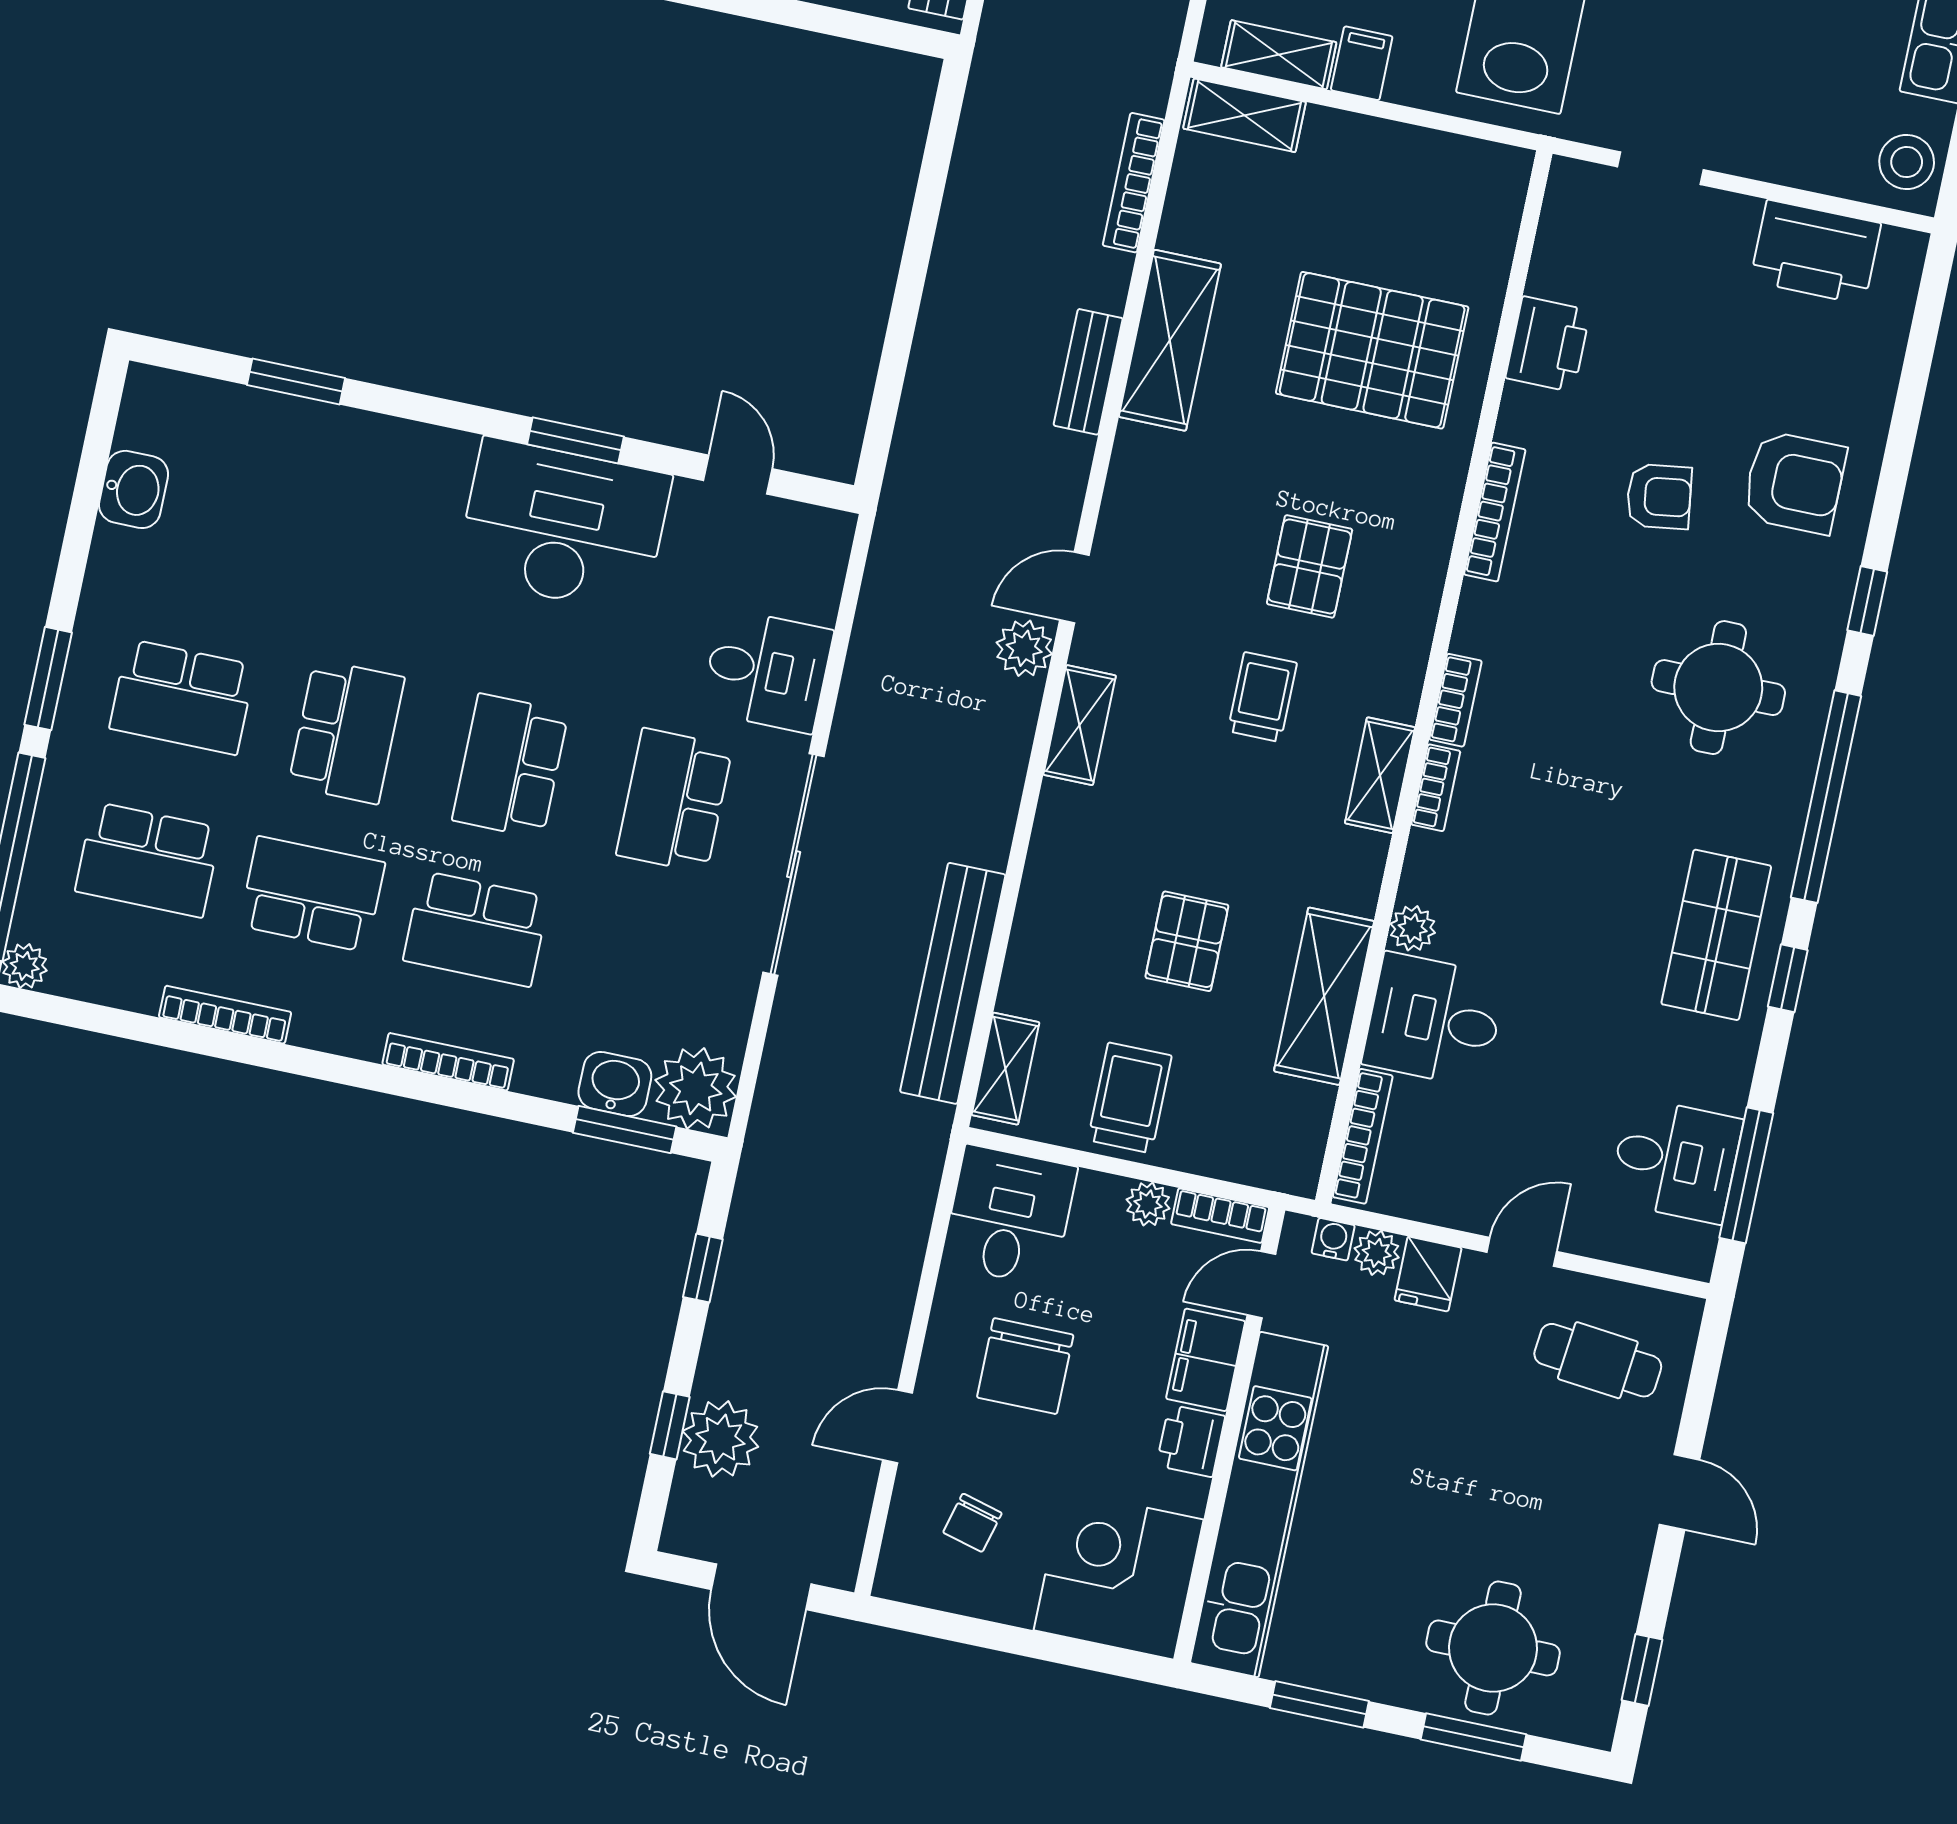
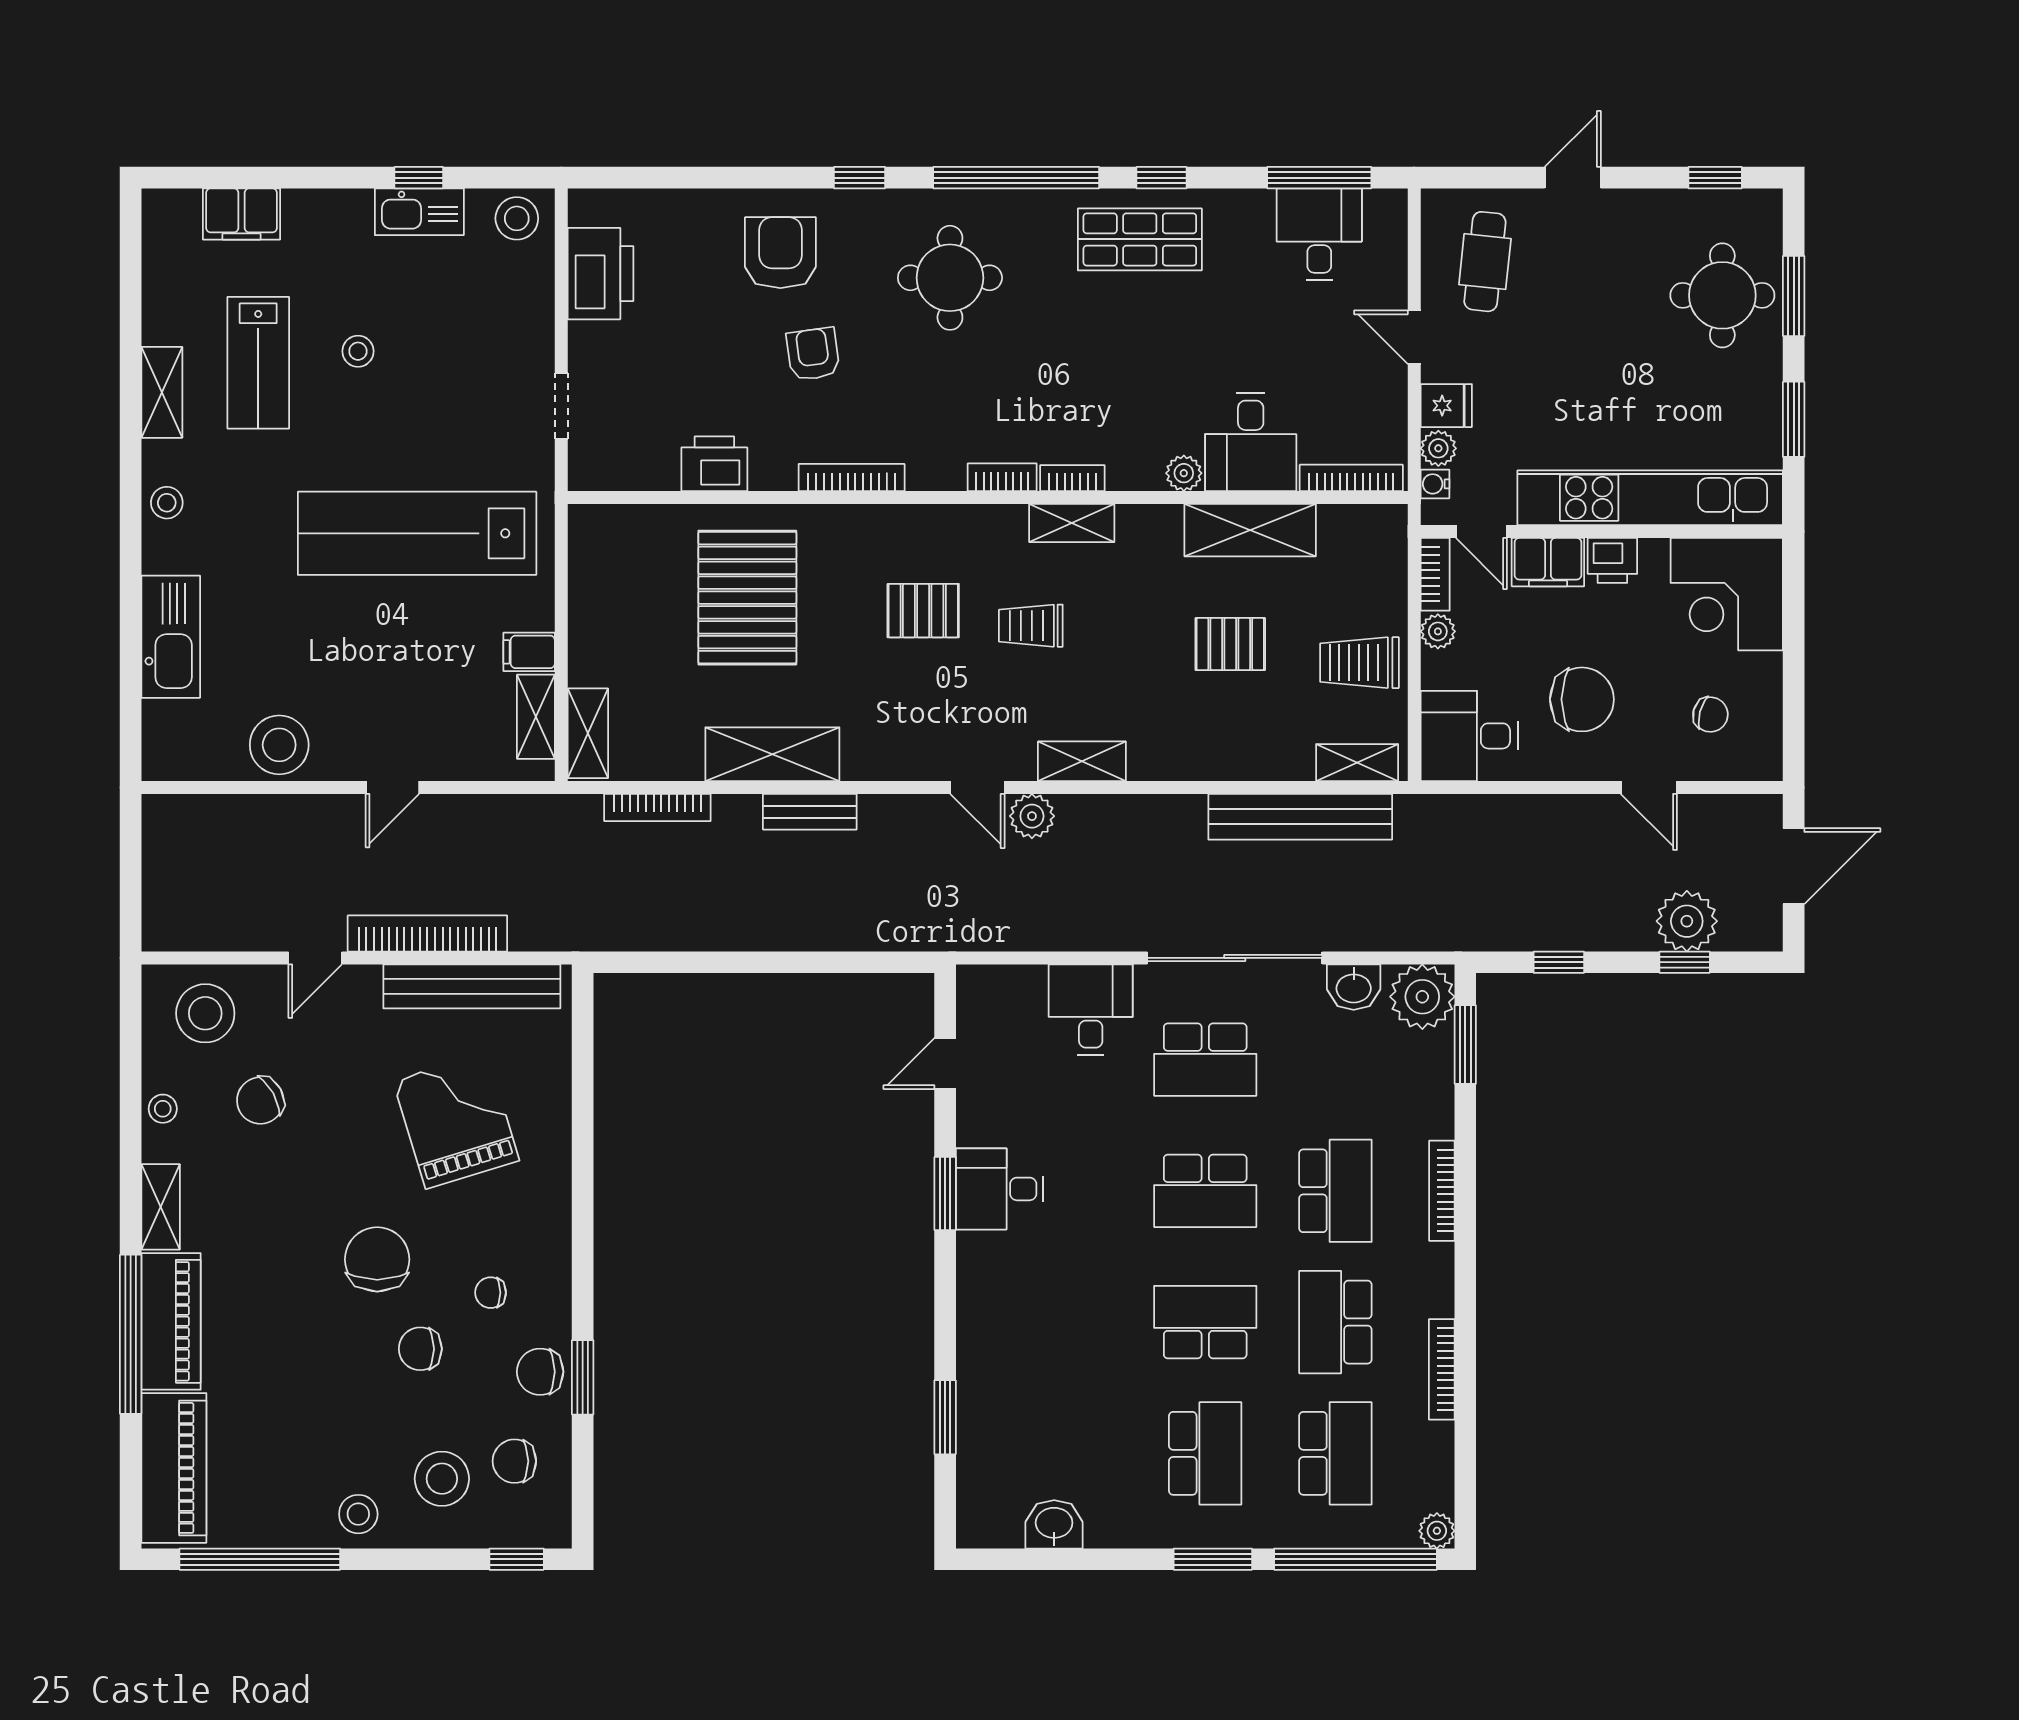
desk: (563, 526) -> (1000, 1189), width x0.53, depth x0.77
washbasin: (615, 1084) -> (1354, 987), moved, turned -90

